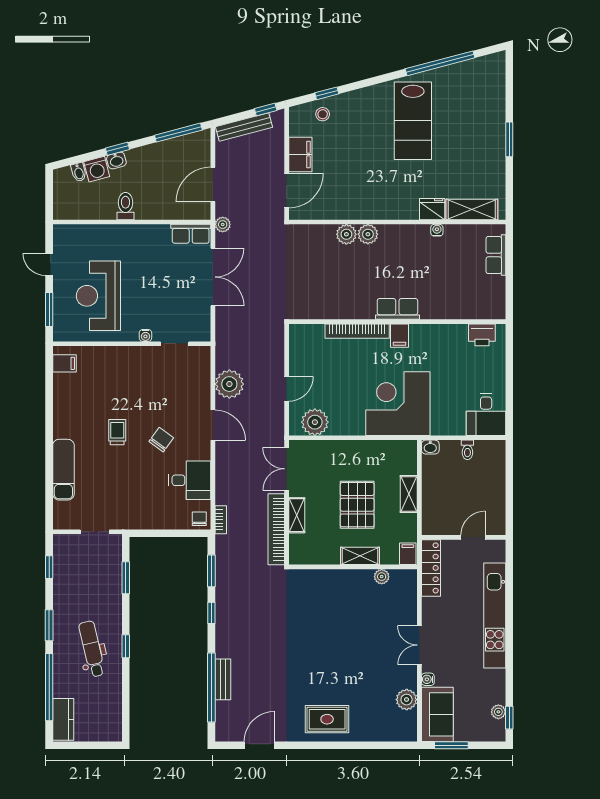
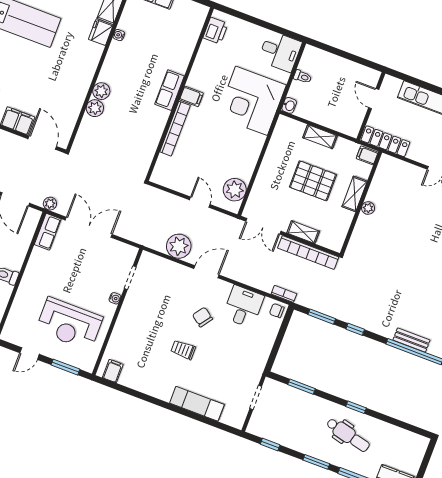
corner desk: (398, 404) -> (251, 101), moved
plant: (382, 577) -> (368, 208), moved
dental chair: (92, 649) -> (348, 435), turned -153

